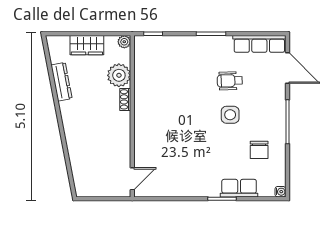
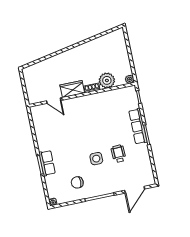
row of seats: (259, 44) -> (138, 126), moved
wardrobe: (87, 45) -> (72, 89), moved, turned 90
dresser: (61, 82) -> (95, 44), removed
door: (132, 179) -> (54, 101), moved
row of seats: (239, 188) -> (47, 163), moved

